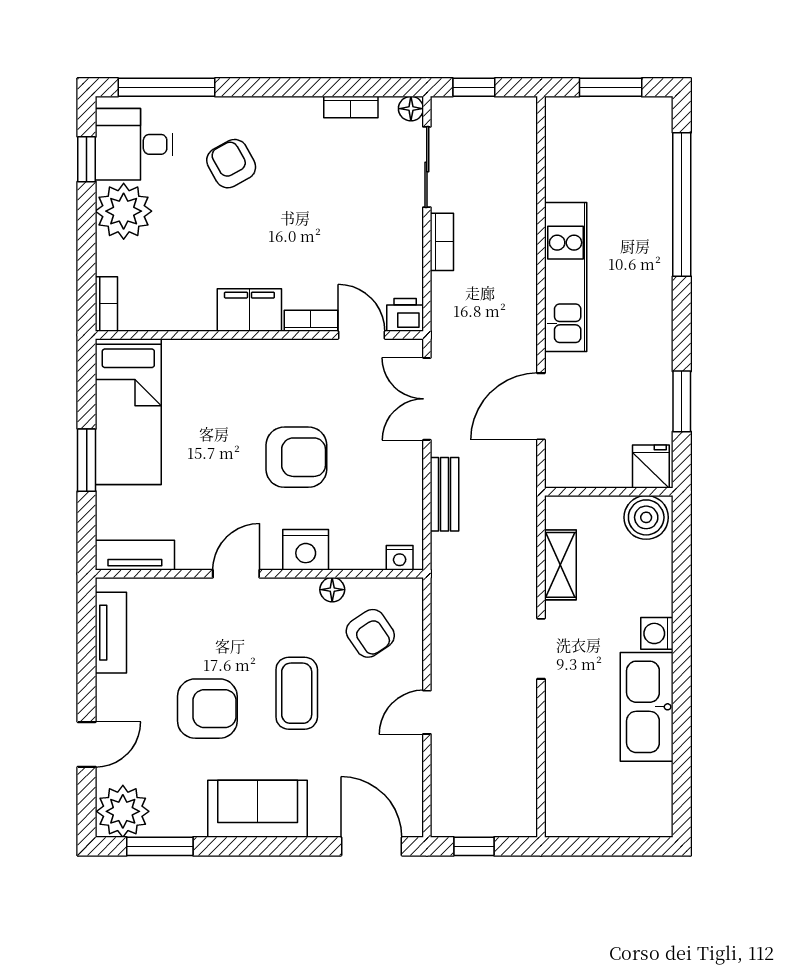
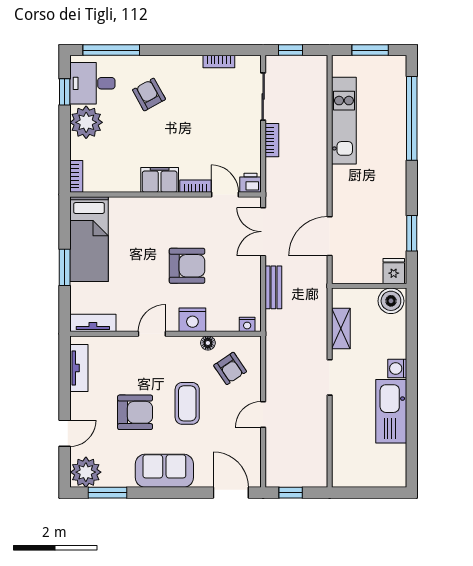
floor lamp: (411, 109) -> (254, 62), removed
kitchen unit: (566, 277) -> (344, 121), moved

